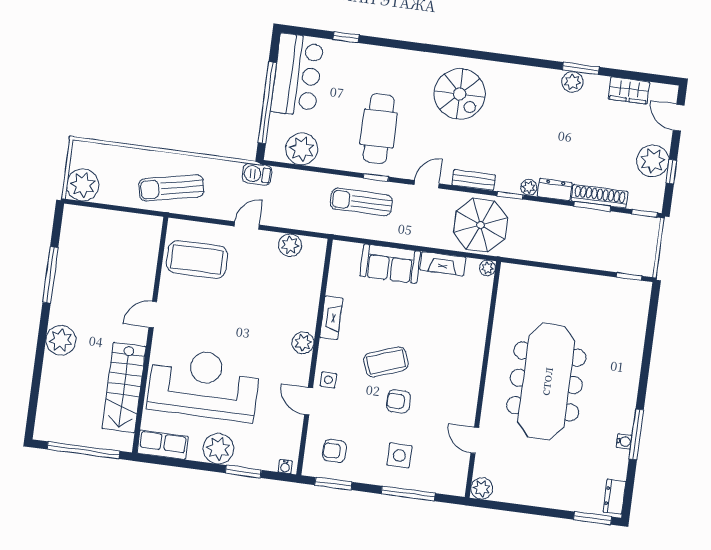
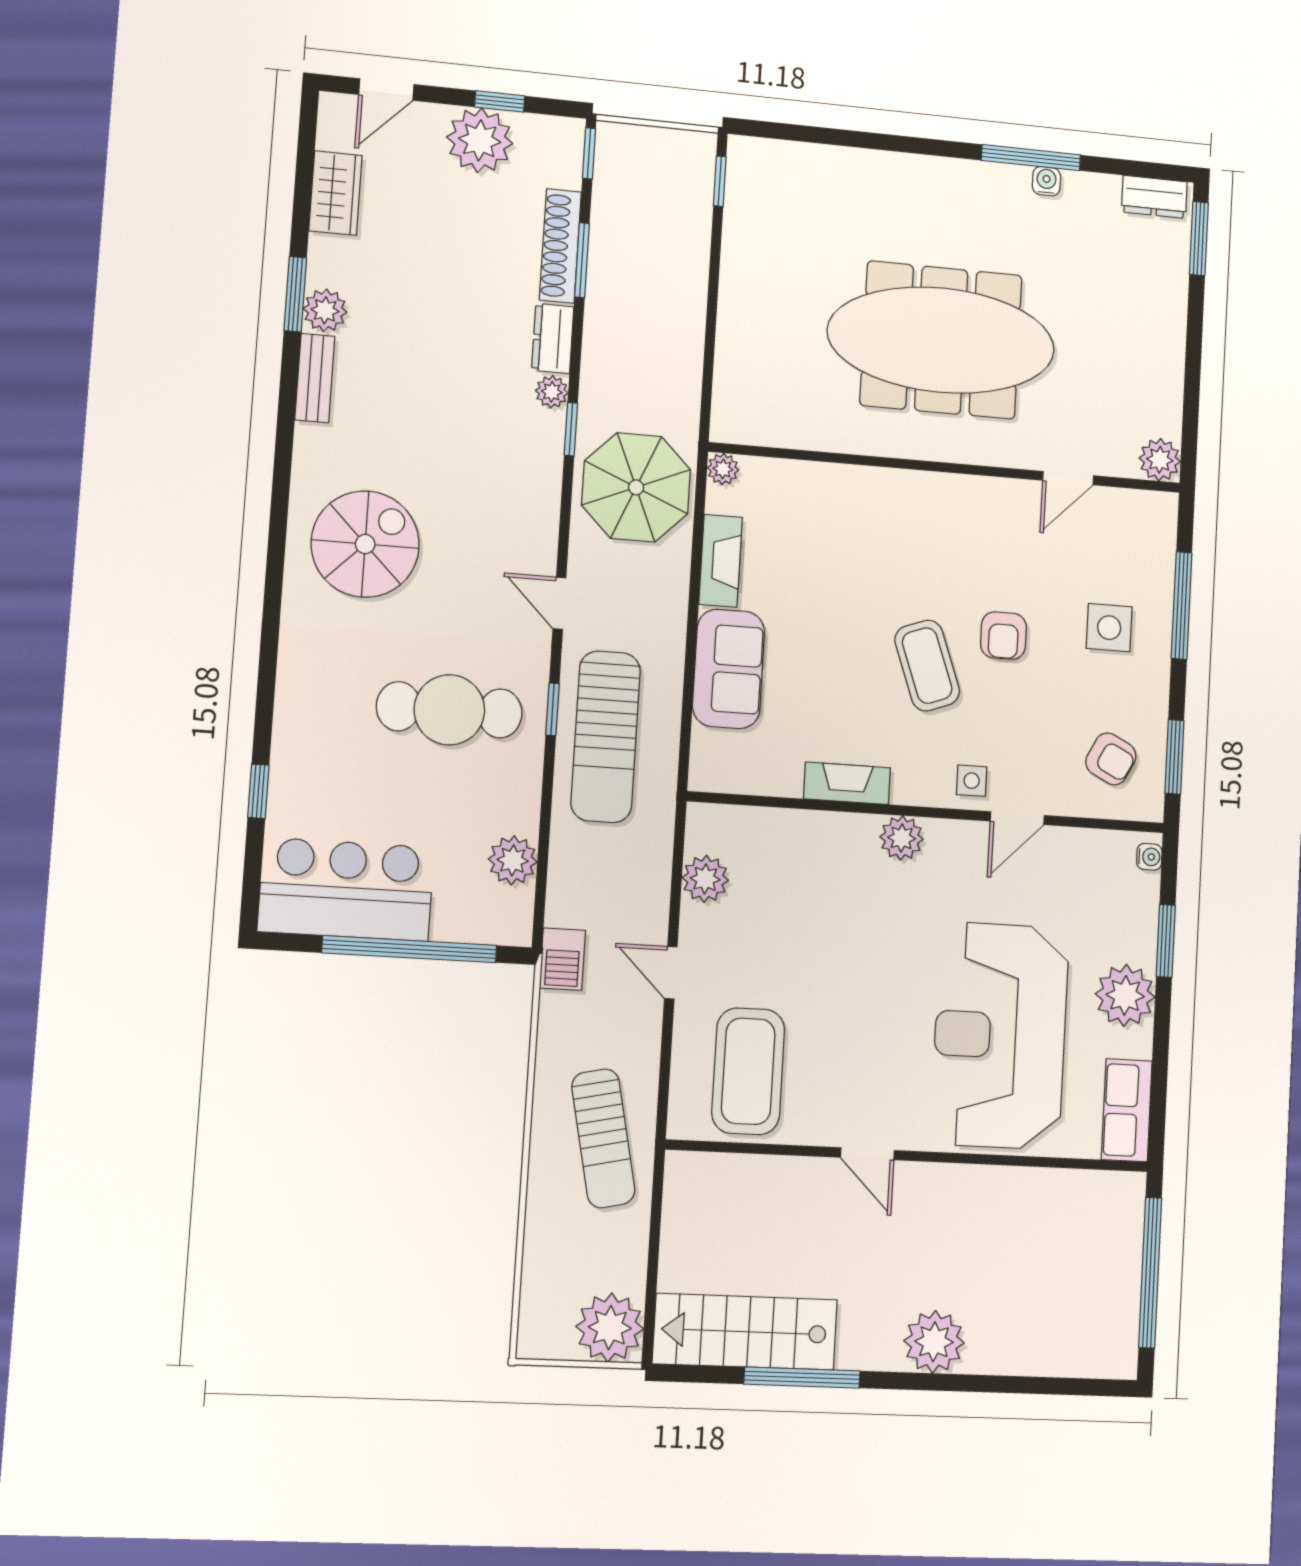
plant: (302, 149) -> (513, 860), width x0.73, depth x0.73
bench: (474, 180) -> (315, 378), moved
sun lounger: (361, 202) -> (606, 737), width x1.36, depth x1.34
stairs: (124, 388) -> (745, 1332), moved, turned 180
armchair: (335, 451) -> (1111, 759), turned -63

